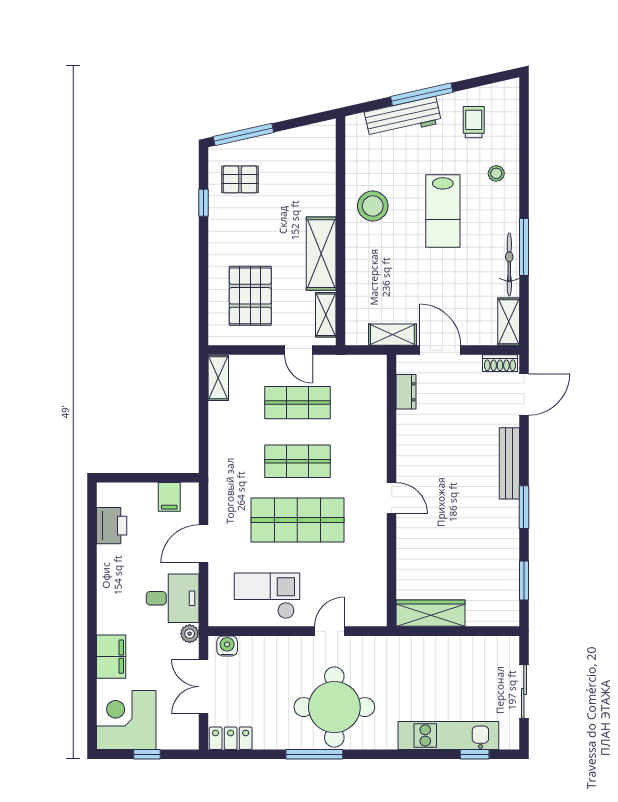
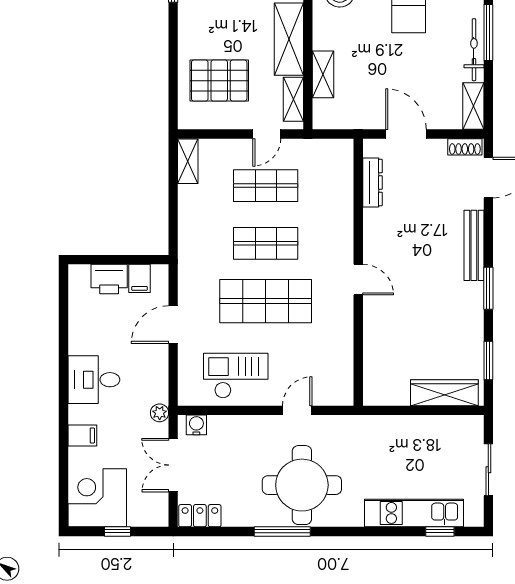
pallet: (250, 296) -> (219, 81), turned 90
shelving: (392, 335) -> (323, 74), moved, turned 90
door: (299, 350) -> (267, 134), hinge flipped
dresser: (406, 392) -> (372, 183), width x1.44
printer: (112, 526) -> (109, 279), moved, turned 90
desk: (173, 598) -> (94, 380), moved, turned 180
wardrobe: (431, 613) -> (444, 393), moved
filing cabinet: (111, 657) -> (82, 436), width x0.50

